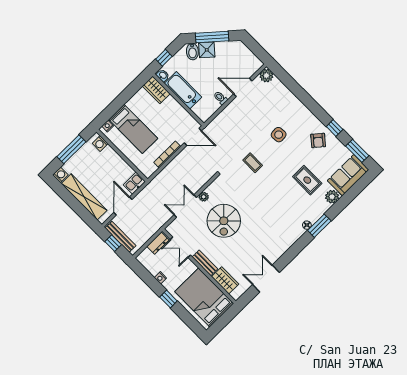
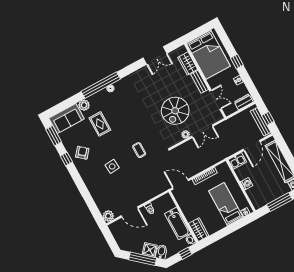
washing machine: (100, 143) -> (246, 184), moved
spiral stairs: (224, 221) -> (175, 111), turned 180
window: (319, 226) -> (101, 85), width x2.11
dresser: (158, 243) -> (244, 102), moved

